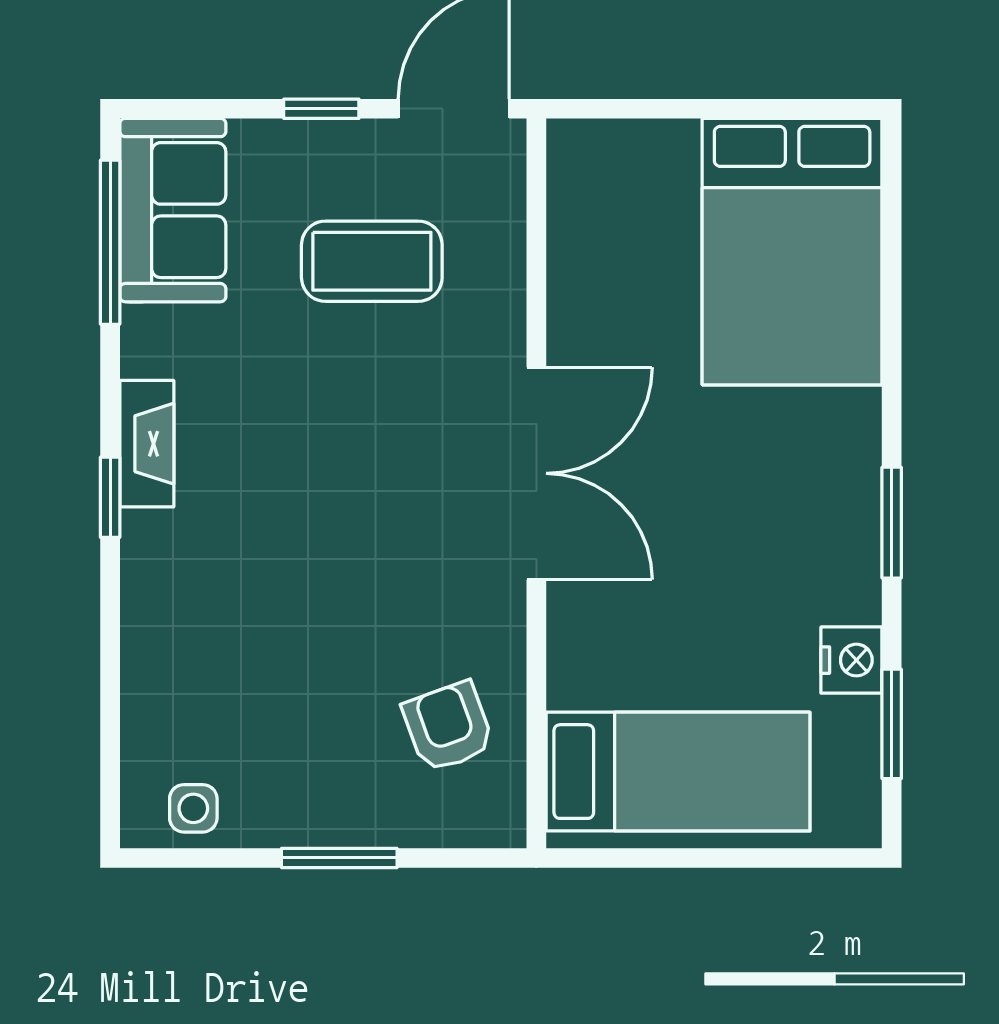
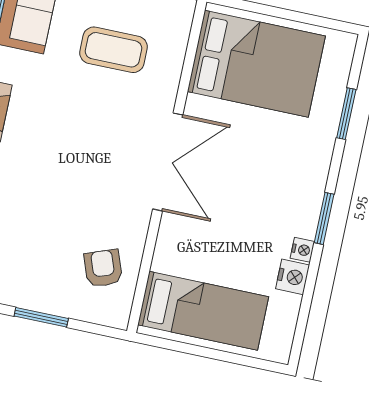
bed: (792, 252) -> (256, 64), moved, turned -90
nightstand: (860, 599) -> (302, 250), added
window: (892, 724) -> (346, 114), moved

